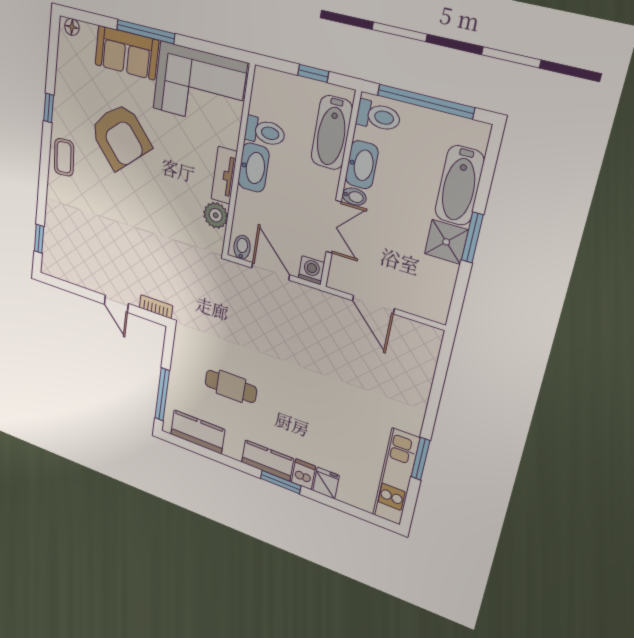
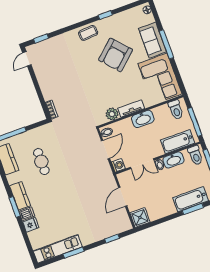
window: (313, 73) -> (195, 122), width x2.17
toilet: (265, 132) -> (176, 110), moved
window: (472, 237) -> (193, 209), moved
shower: (446, 242) -> (140, 218), moved
door: (116, 304) -> (27, 59), moved
window: (439, 379) -> (112, 239), added

